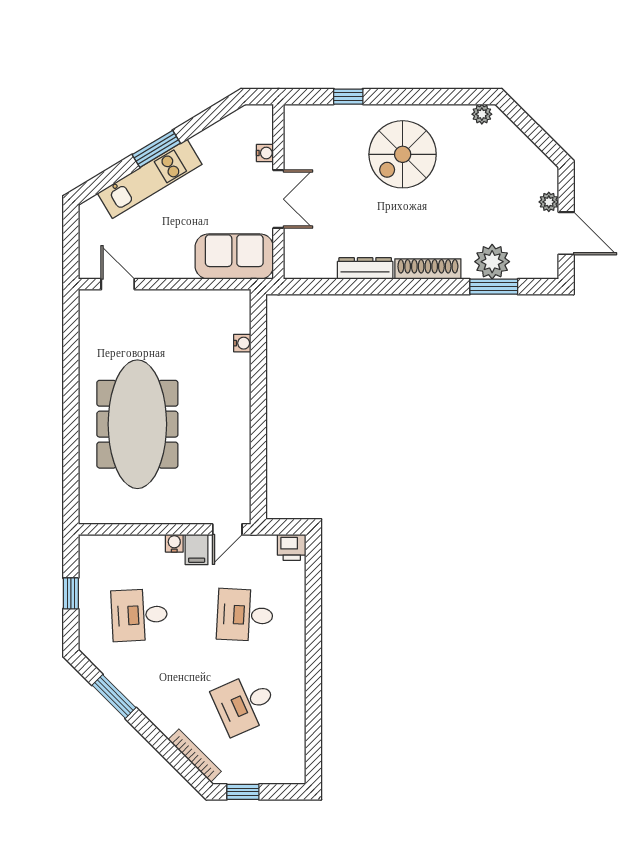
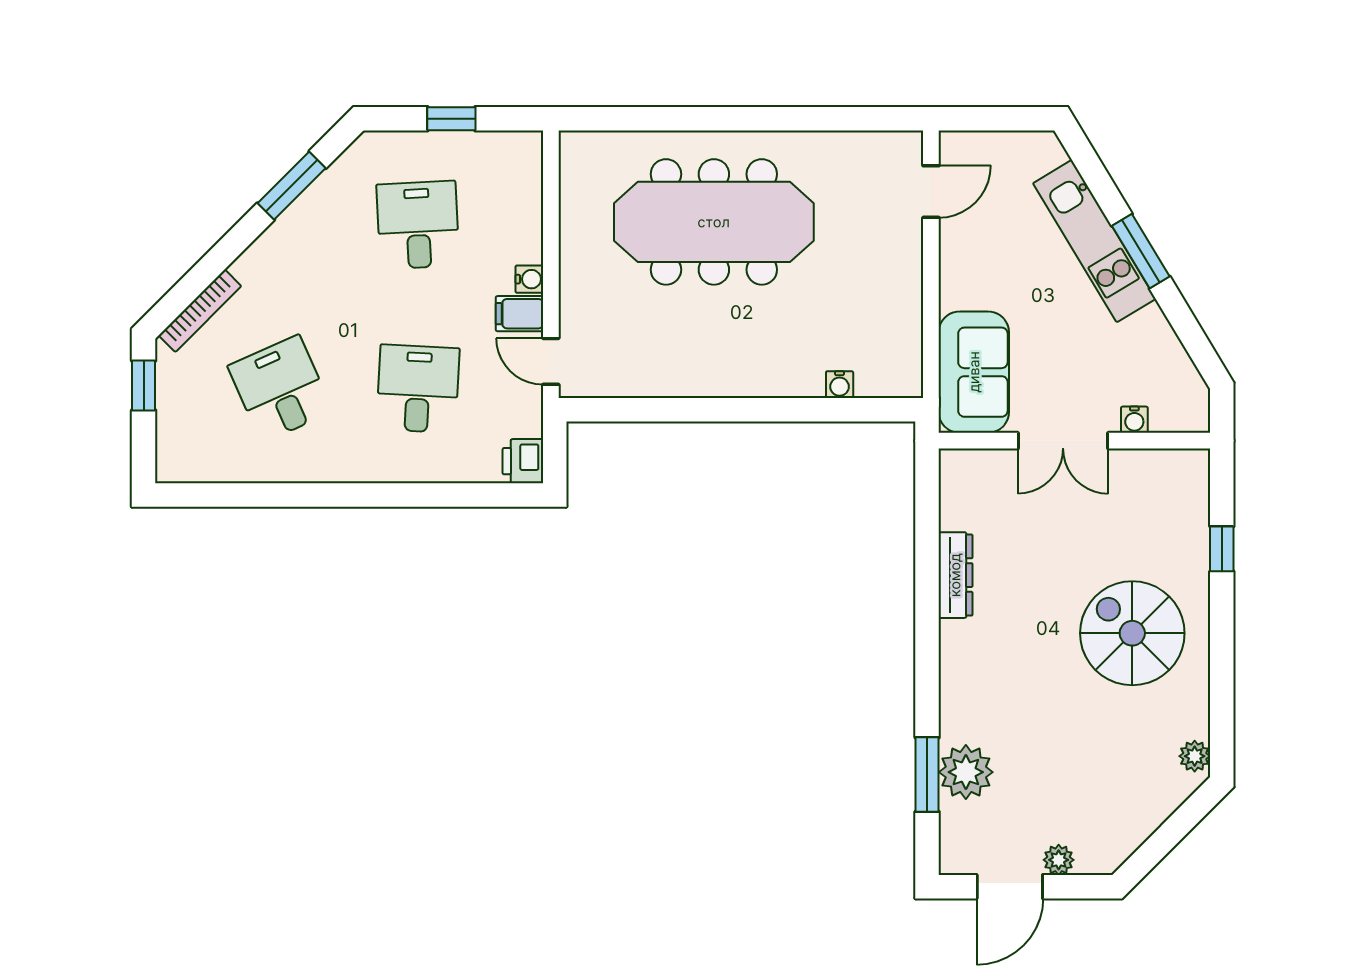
shoe rack: (428, 269) -> (955, 672), removed

